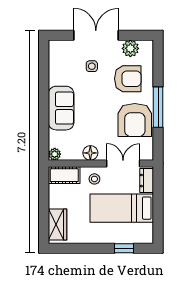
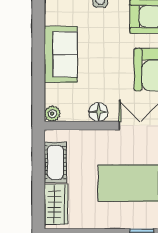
cot: (64, 175) -> (55, 162), moved, turned 90
stool: (94, 179) -> (104, 146), removed

